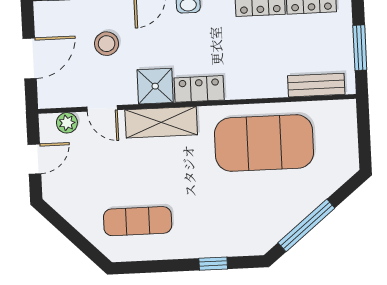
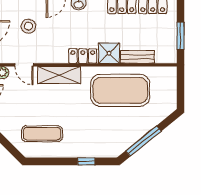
bench: (316, 85) -> (137, 57), moved
shower: (155, 86) -> (109, 53), moved

